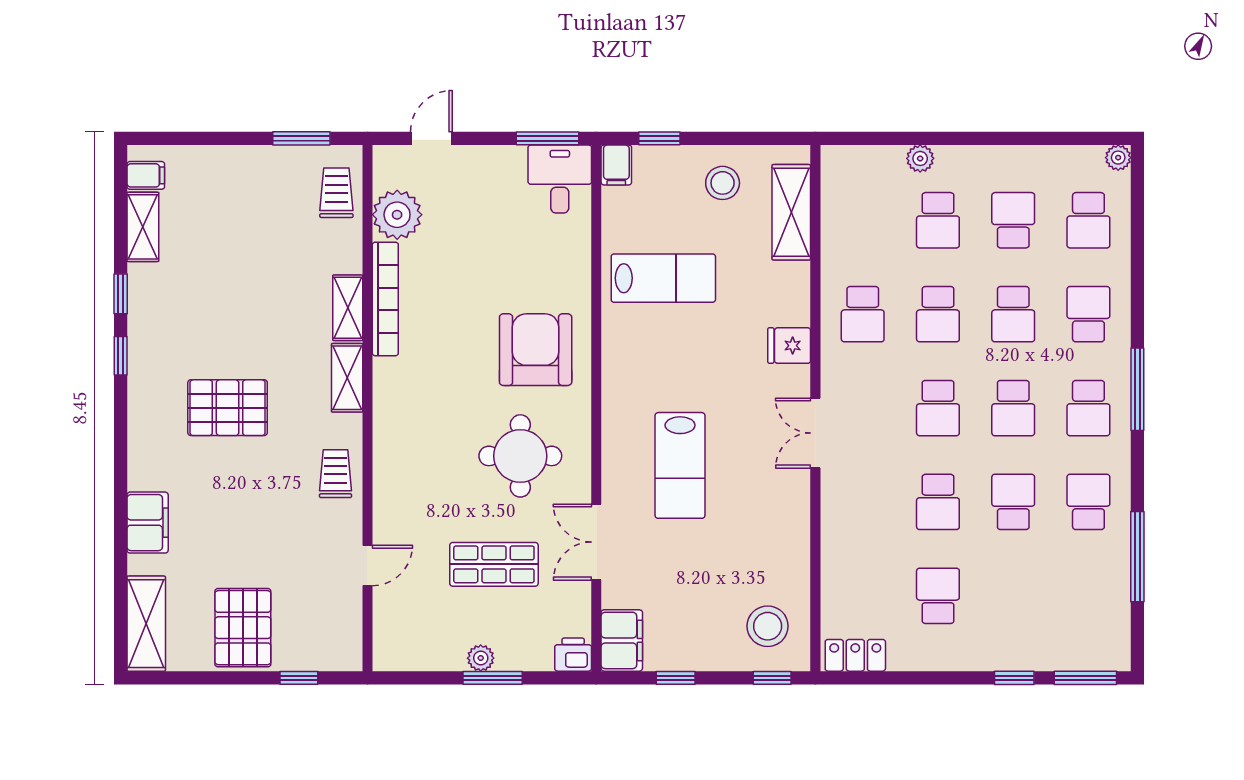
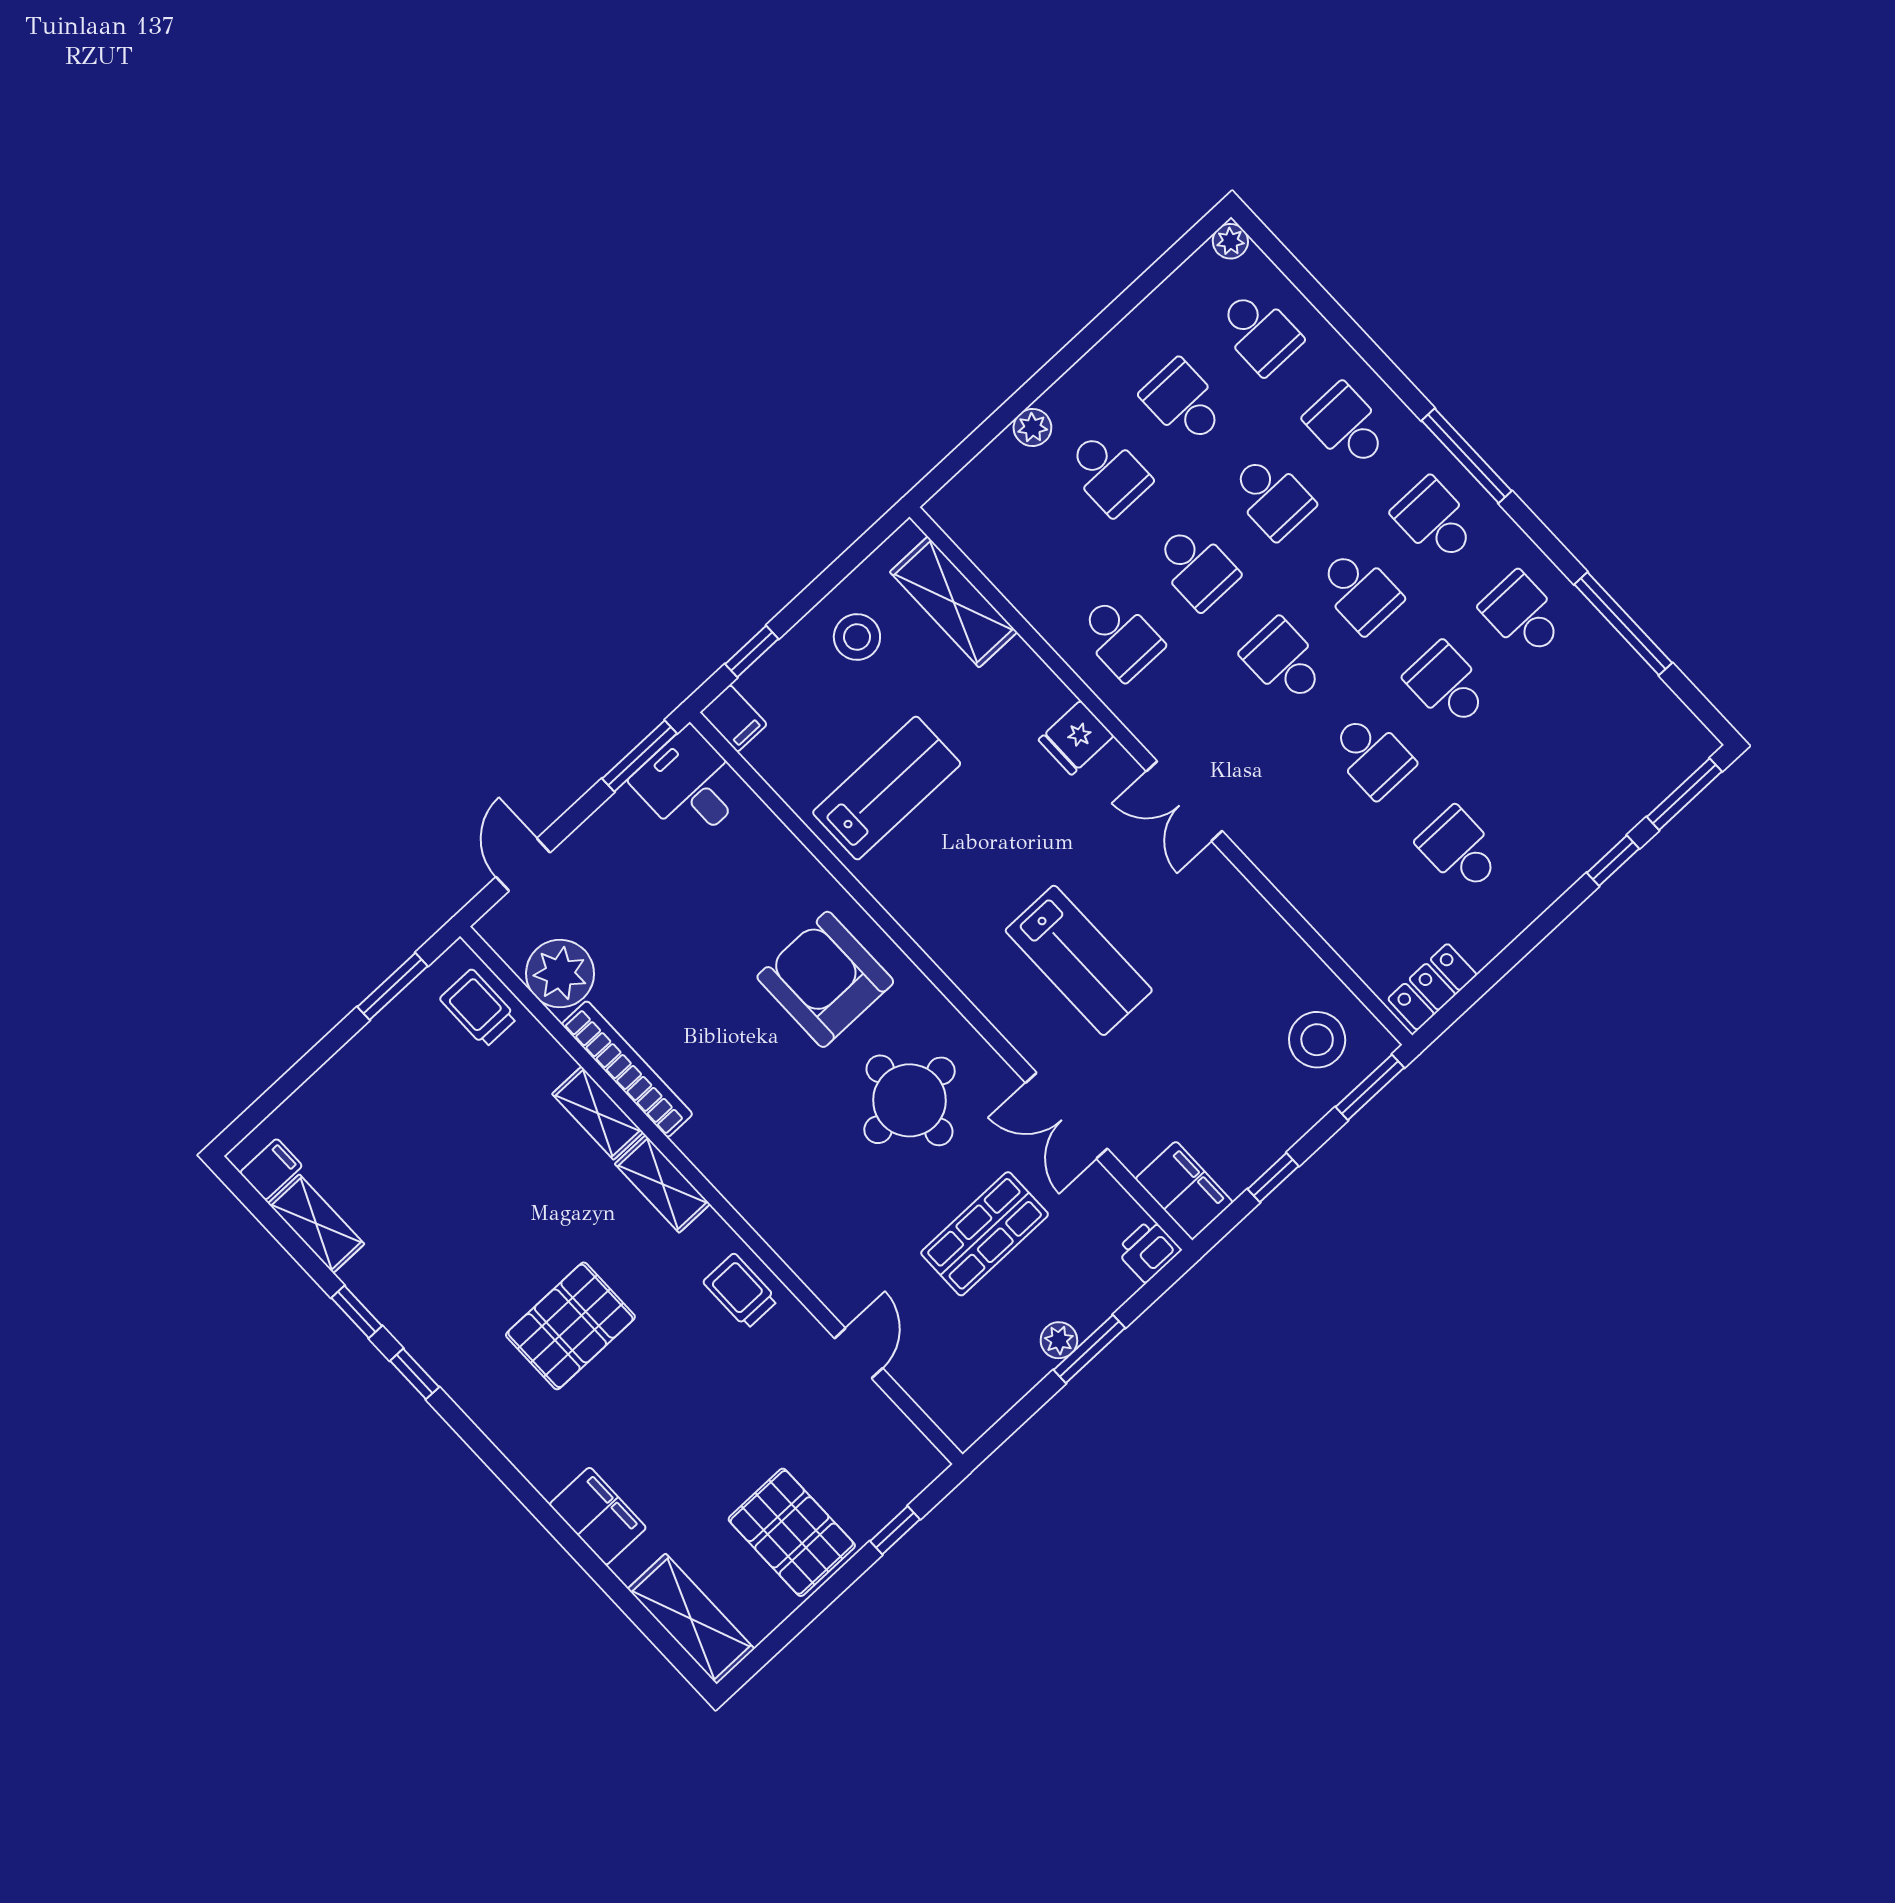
school desk: (938, 408) -> (1284, 661), turned 180
school desk: (1088, 408) -> (1435, 520), turned 180
window: (772, 678) -> (1370, 1087), width x1.50

